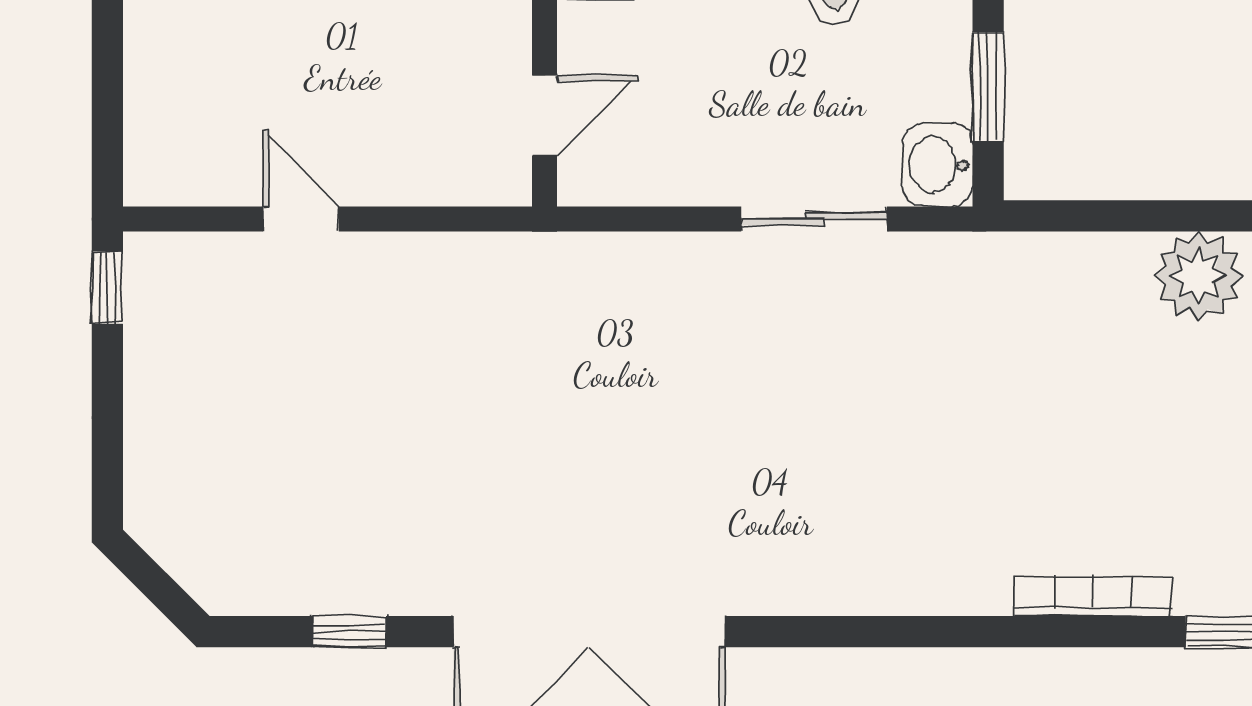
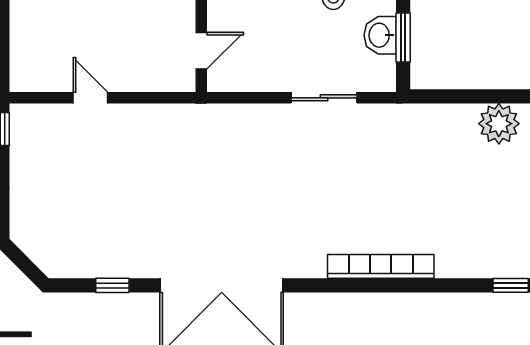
washbasin: (937, 165) -> (380, 35), moved
bookcase: (1093, 596) -> (381, 266), moved, width x1.48, depth x1.31

